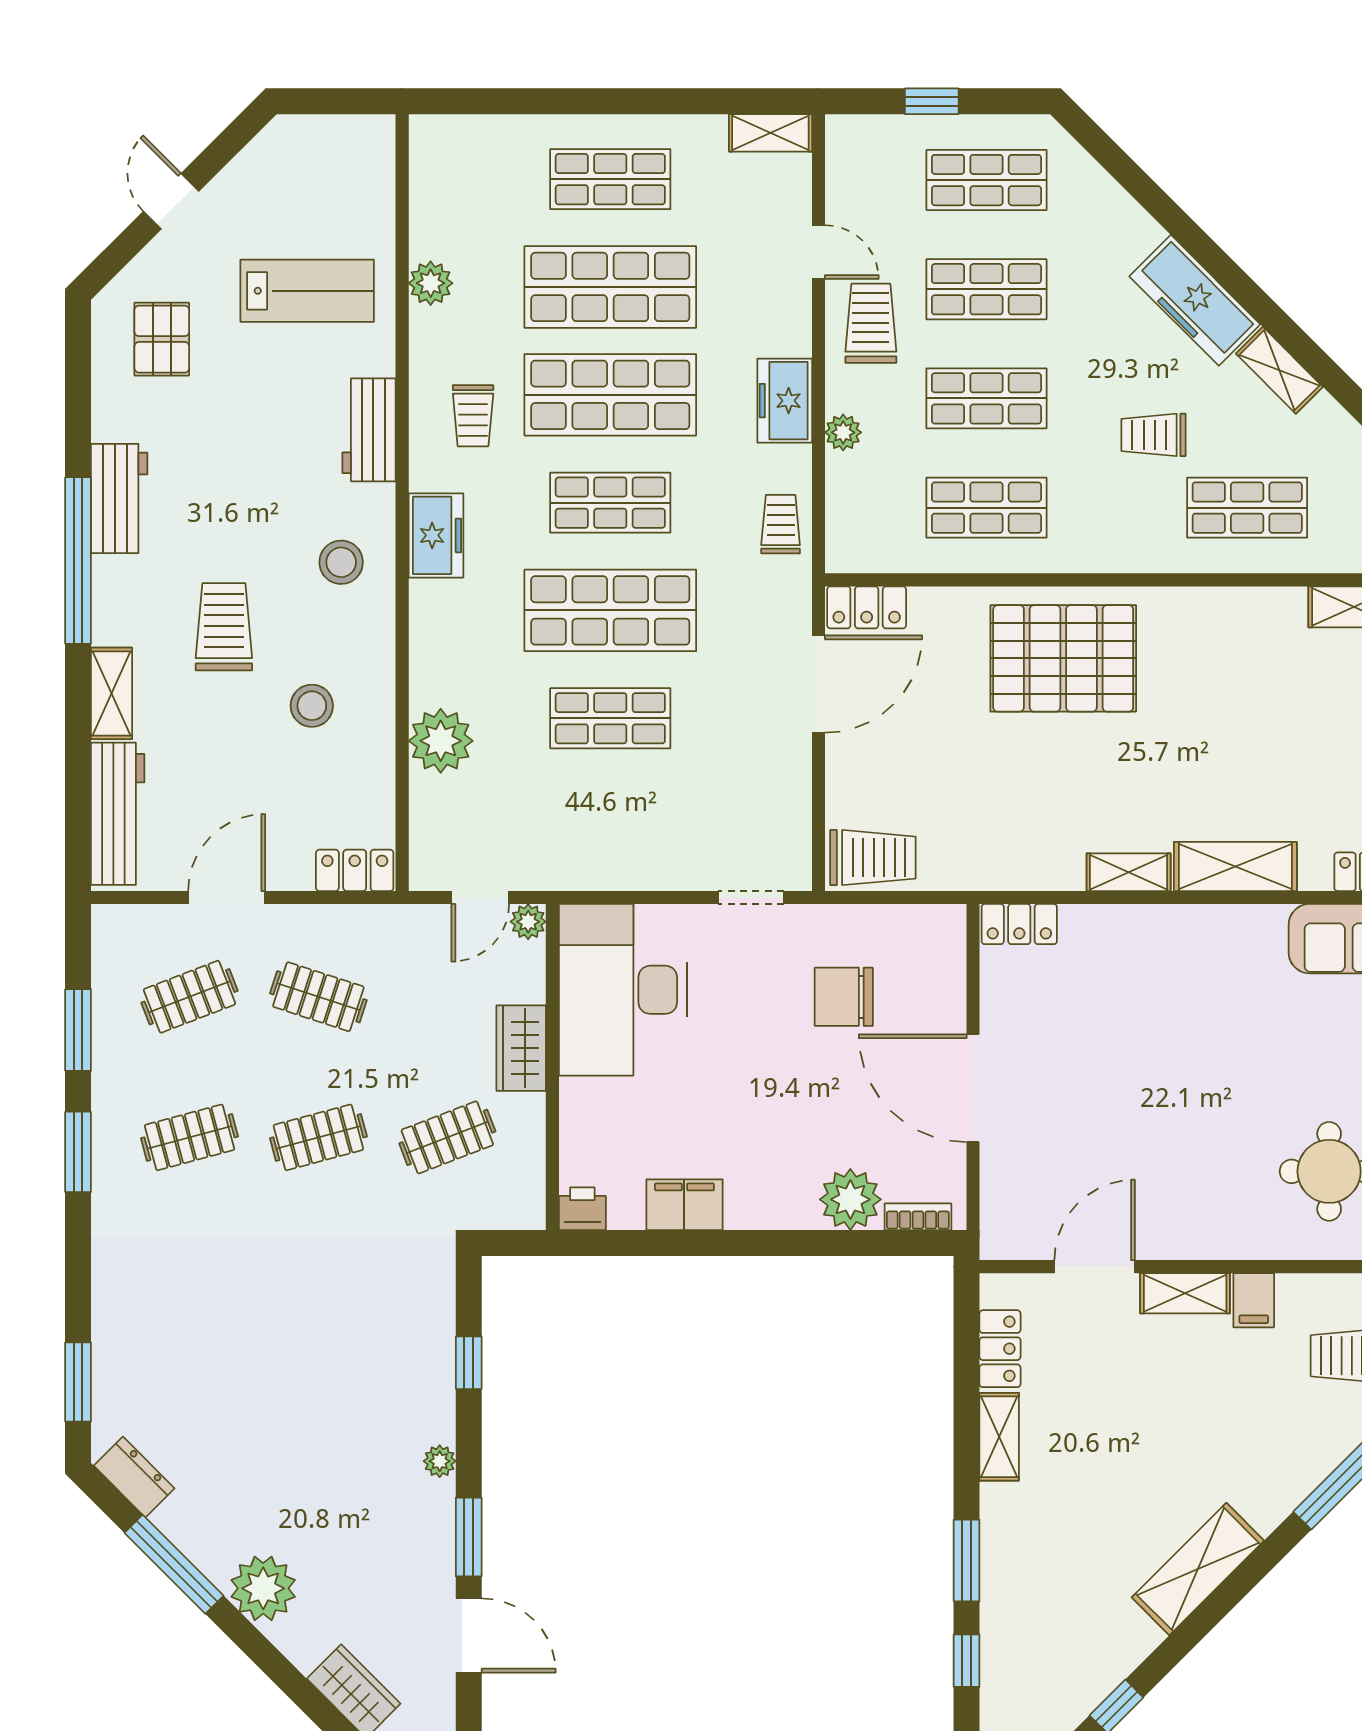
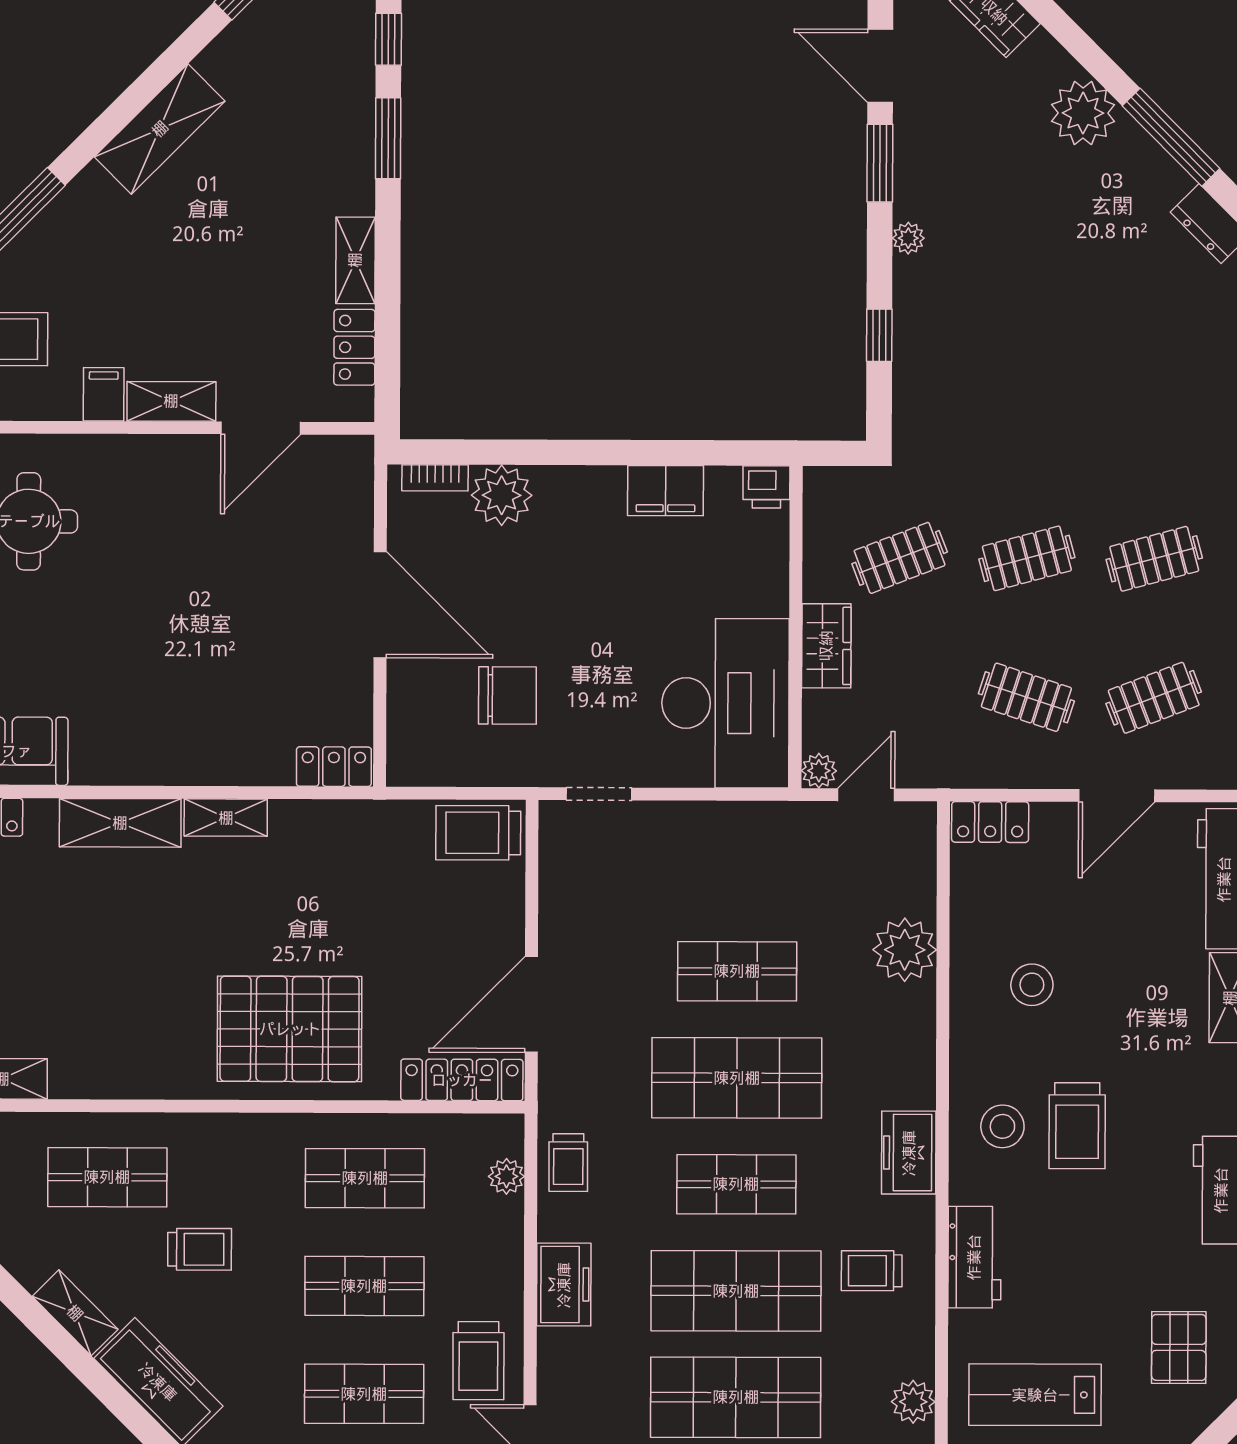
trolley: (473, 416) -> (872, 1271), turned -90
plant: (843, 432) -> (506, 1176), moved
locker: (867, 607) -> (462, 1080), width x1.53
trolley: (224, 627) -> (1077, 1126), moved

